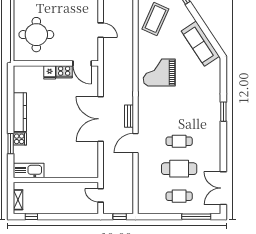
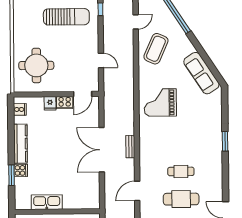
door: (82, 63) -> (83, 94), hinge flipped
cooker: (20, 78) -> (20, 109), added
door: (135, 143) -> (137, 191), moved
kitchen sink: (29, 171) -> (47, 202), moved

